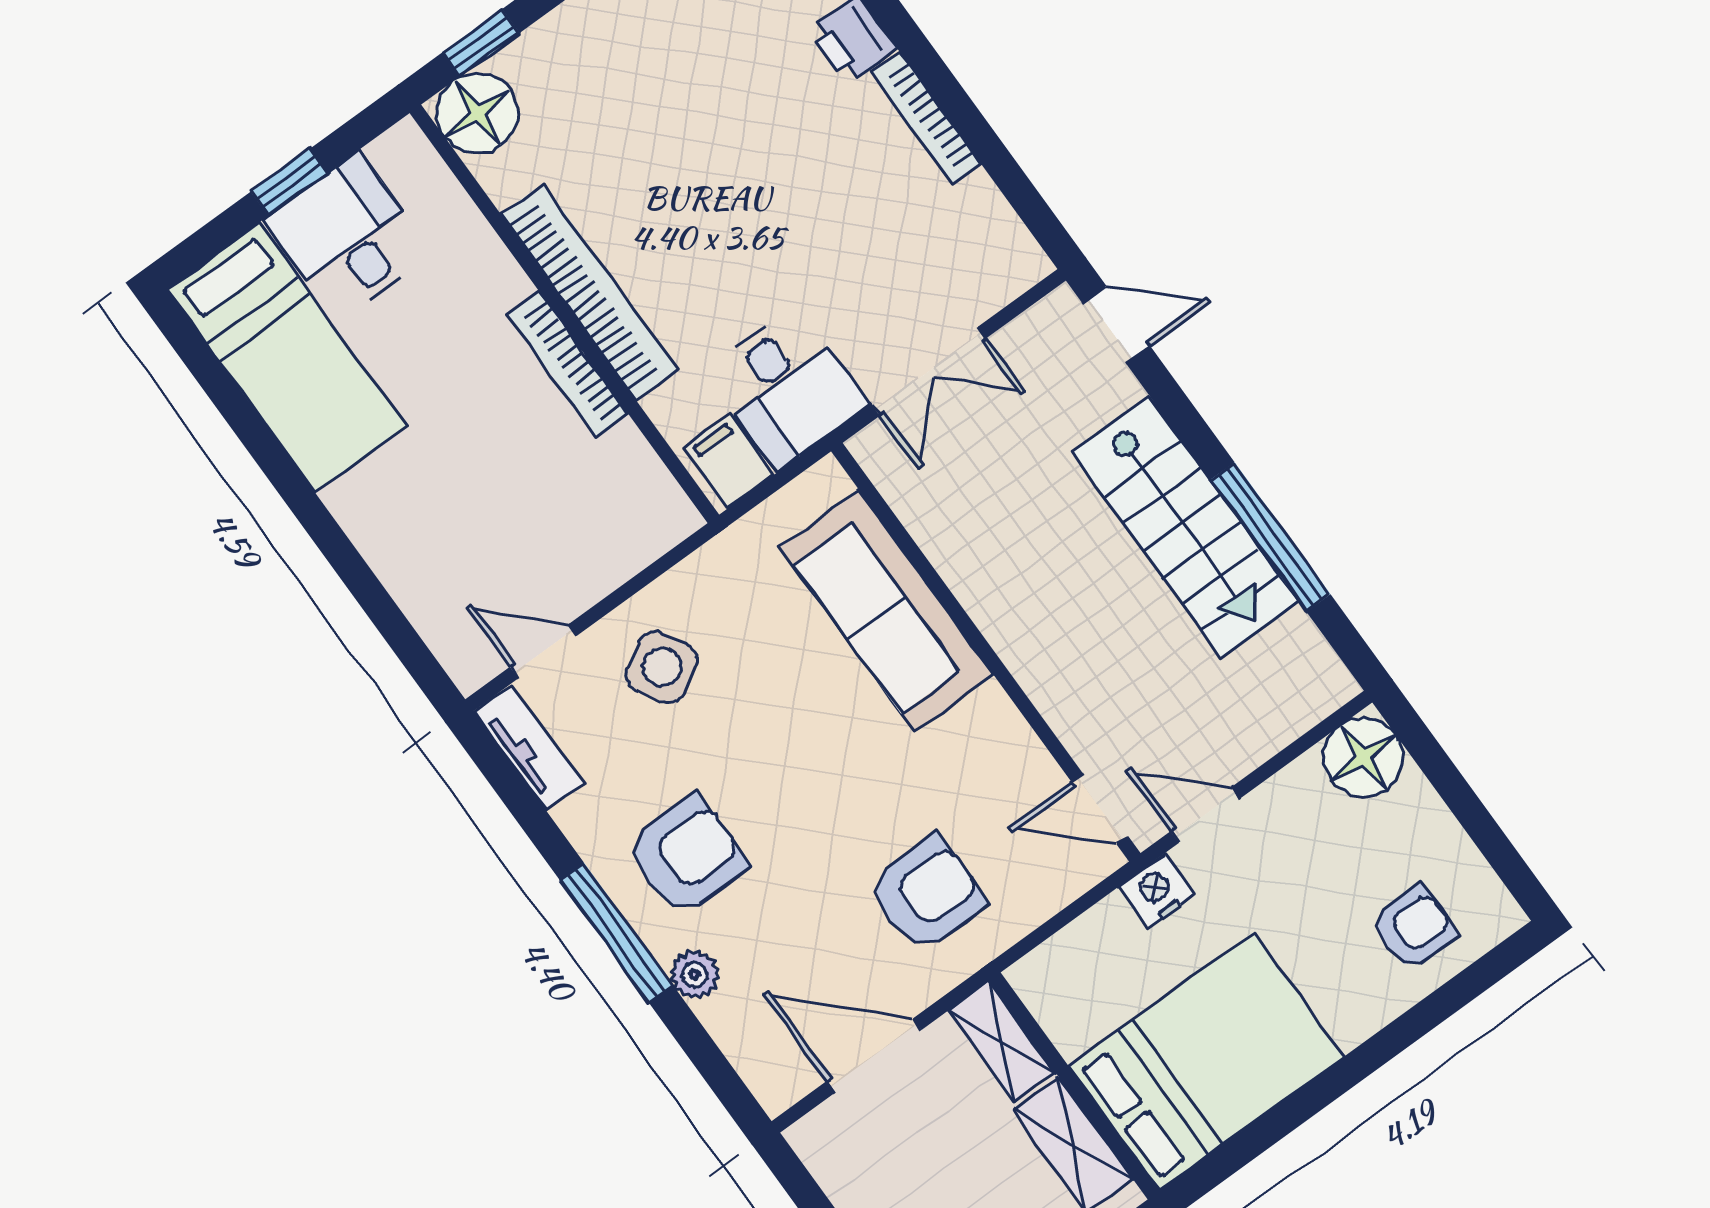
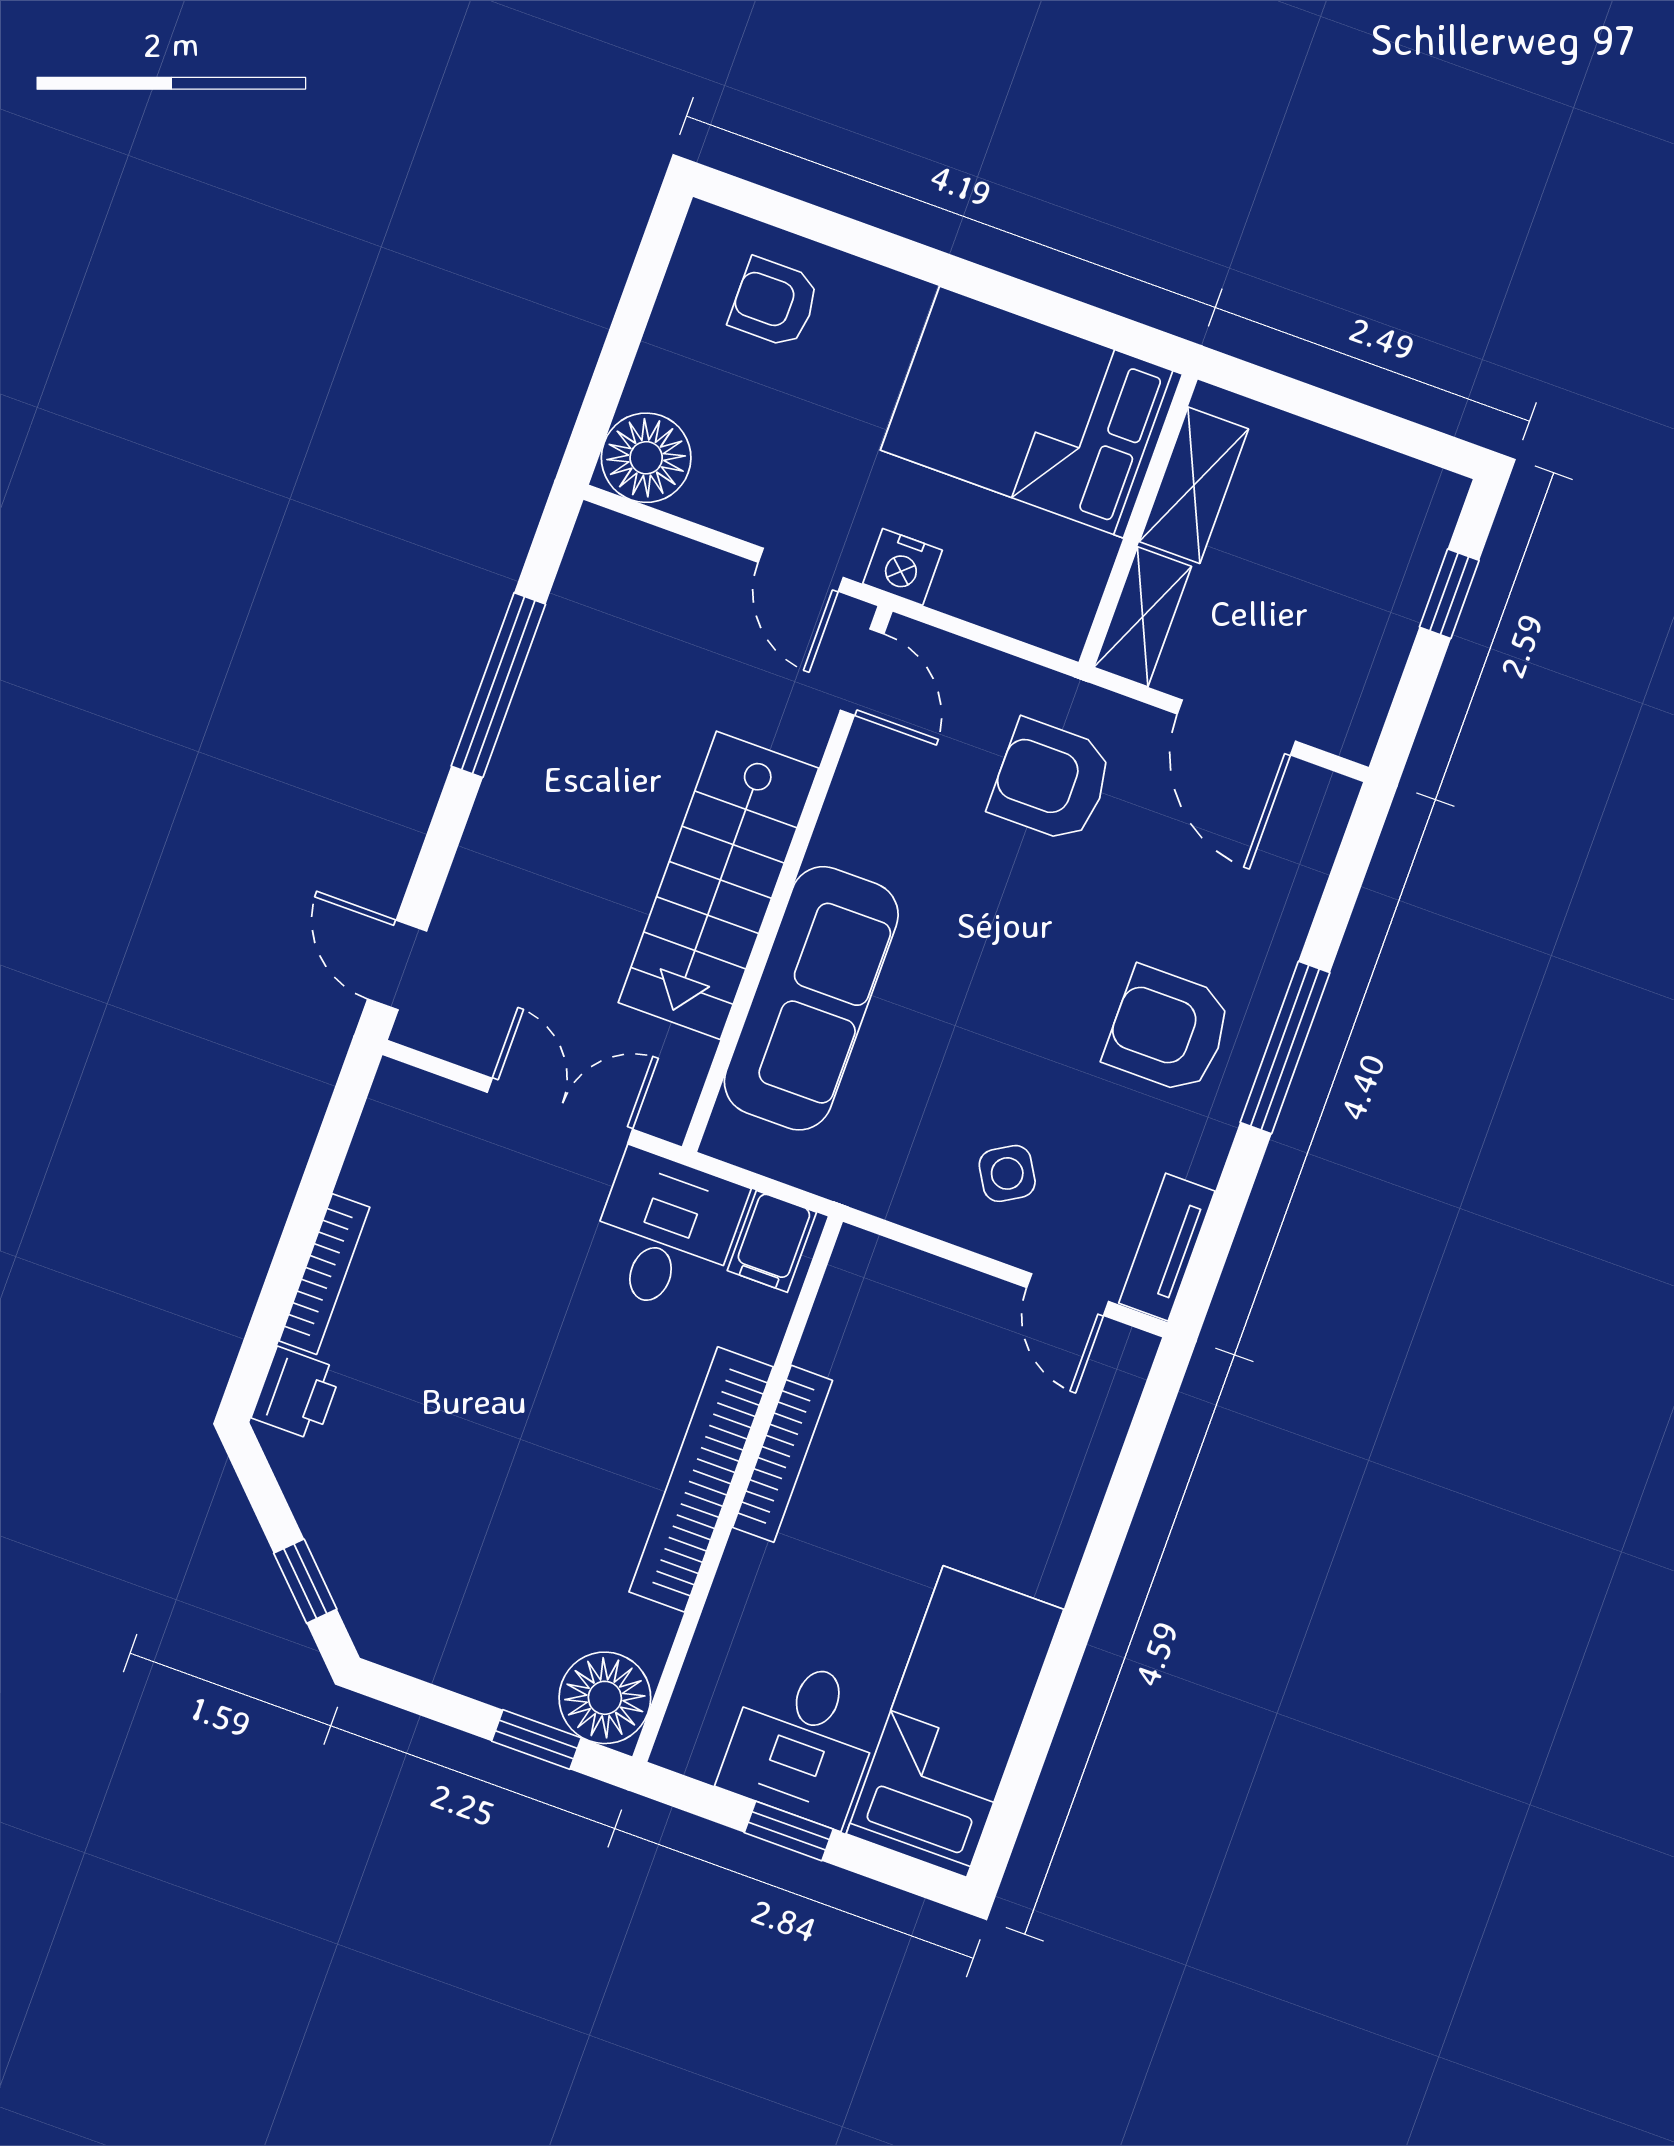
stairs: (1185, 527) -> (718, 885), moved, turned 180
side table: (662, 667) -> (1007, 1173), width x0.73, depth x0.73
plant: (695, 975) -> (1275, 947), removed

